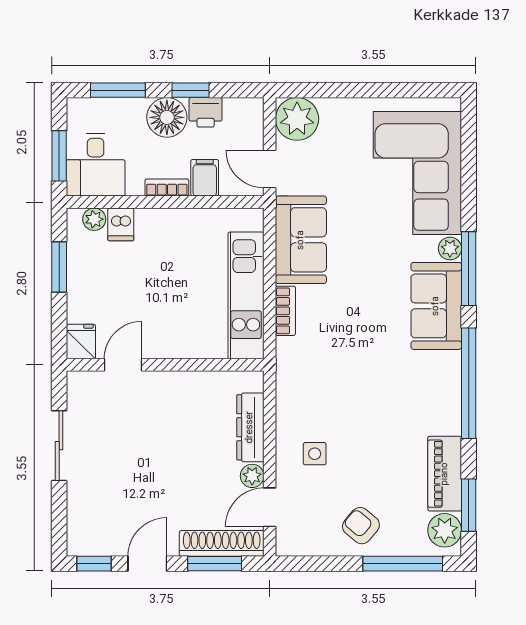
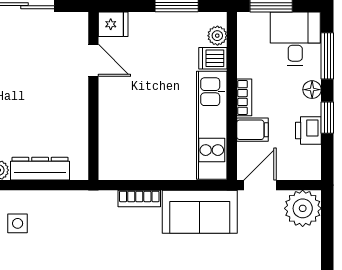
floor lamp: (167, 117) -> (312, 90), width x0.53, depth x0.53
desk: (96, 165) -> (295, 39), moved, turned 90
kitchen unit: (246, 295) -> (212, 125), moved, turned -90

